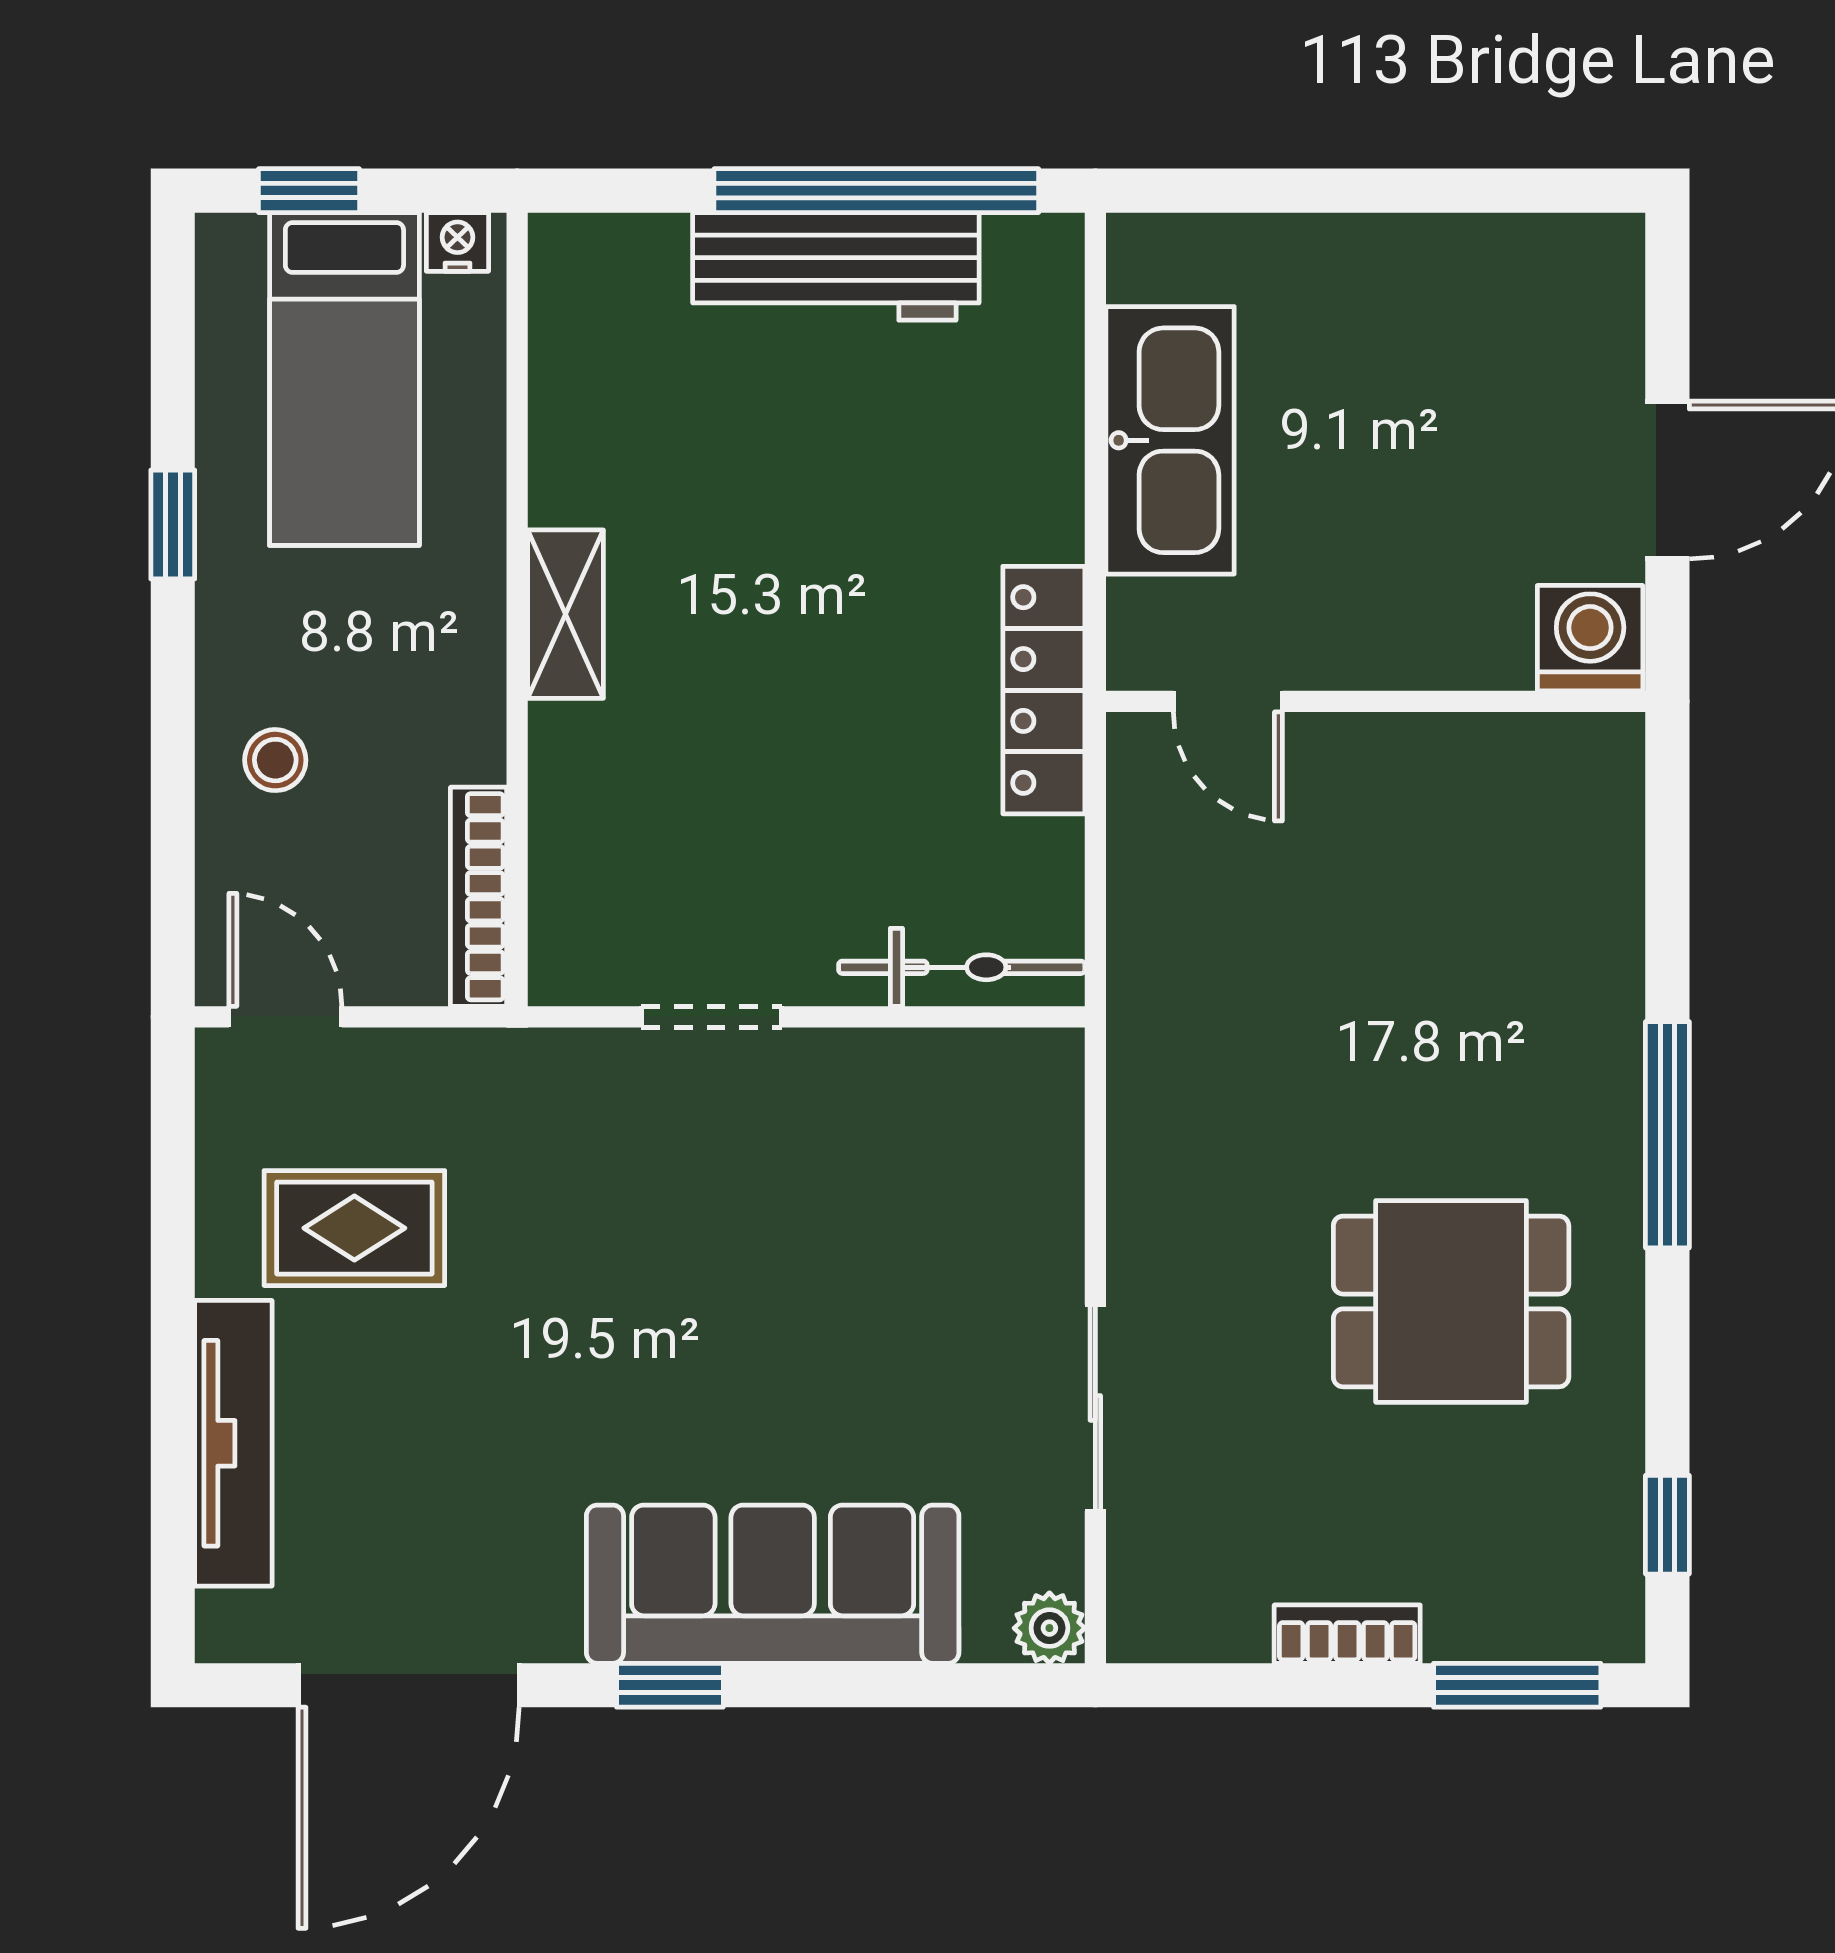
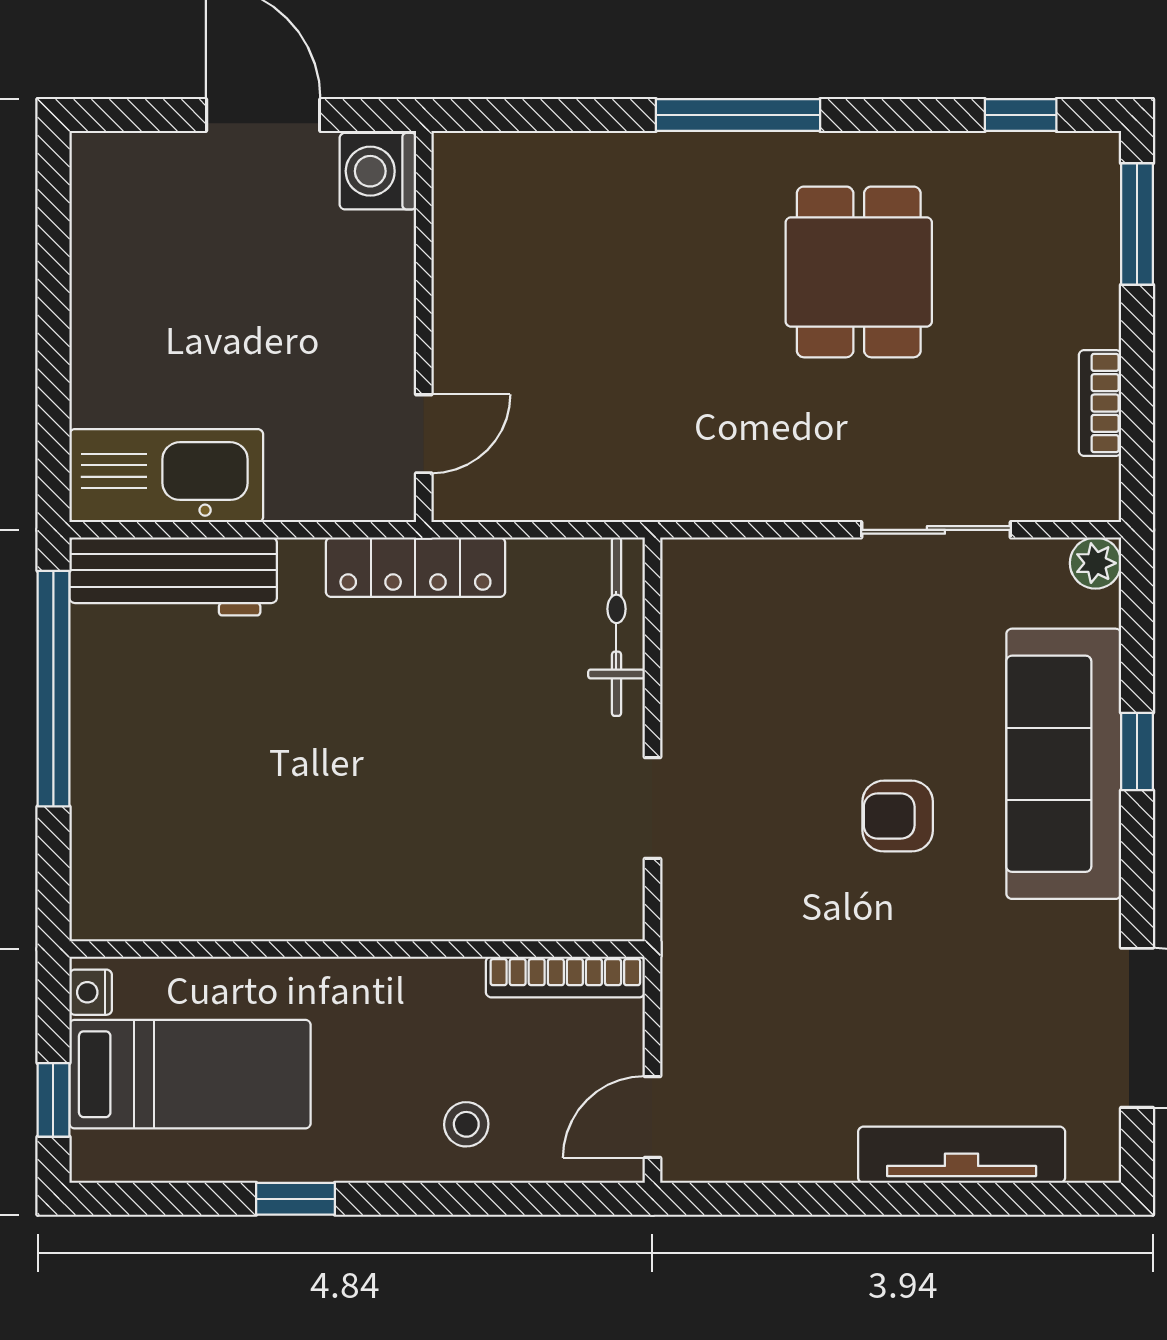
workbench: (836, 266) -> (173, 576), moved, turned 90
kitchen sink: (1170, 440) -> (166, 476), moved
shelving: (565, 614) -> (360, 914), removed
rug: (354, 1228) -> (806, 1067), removed
armchair: (701, 1355) -> (898, 816), added
bookcase: (1347, 1634) -> (1100, 403), moved
window: (670, 1685) -> (1137, 752), moved

